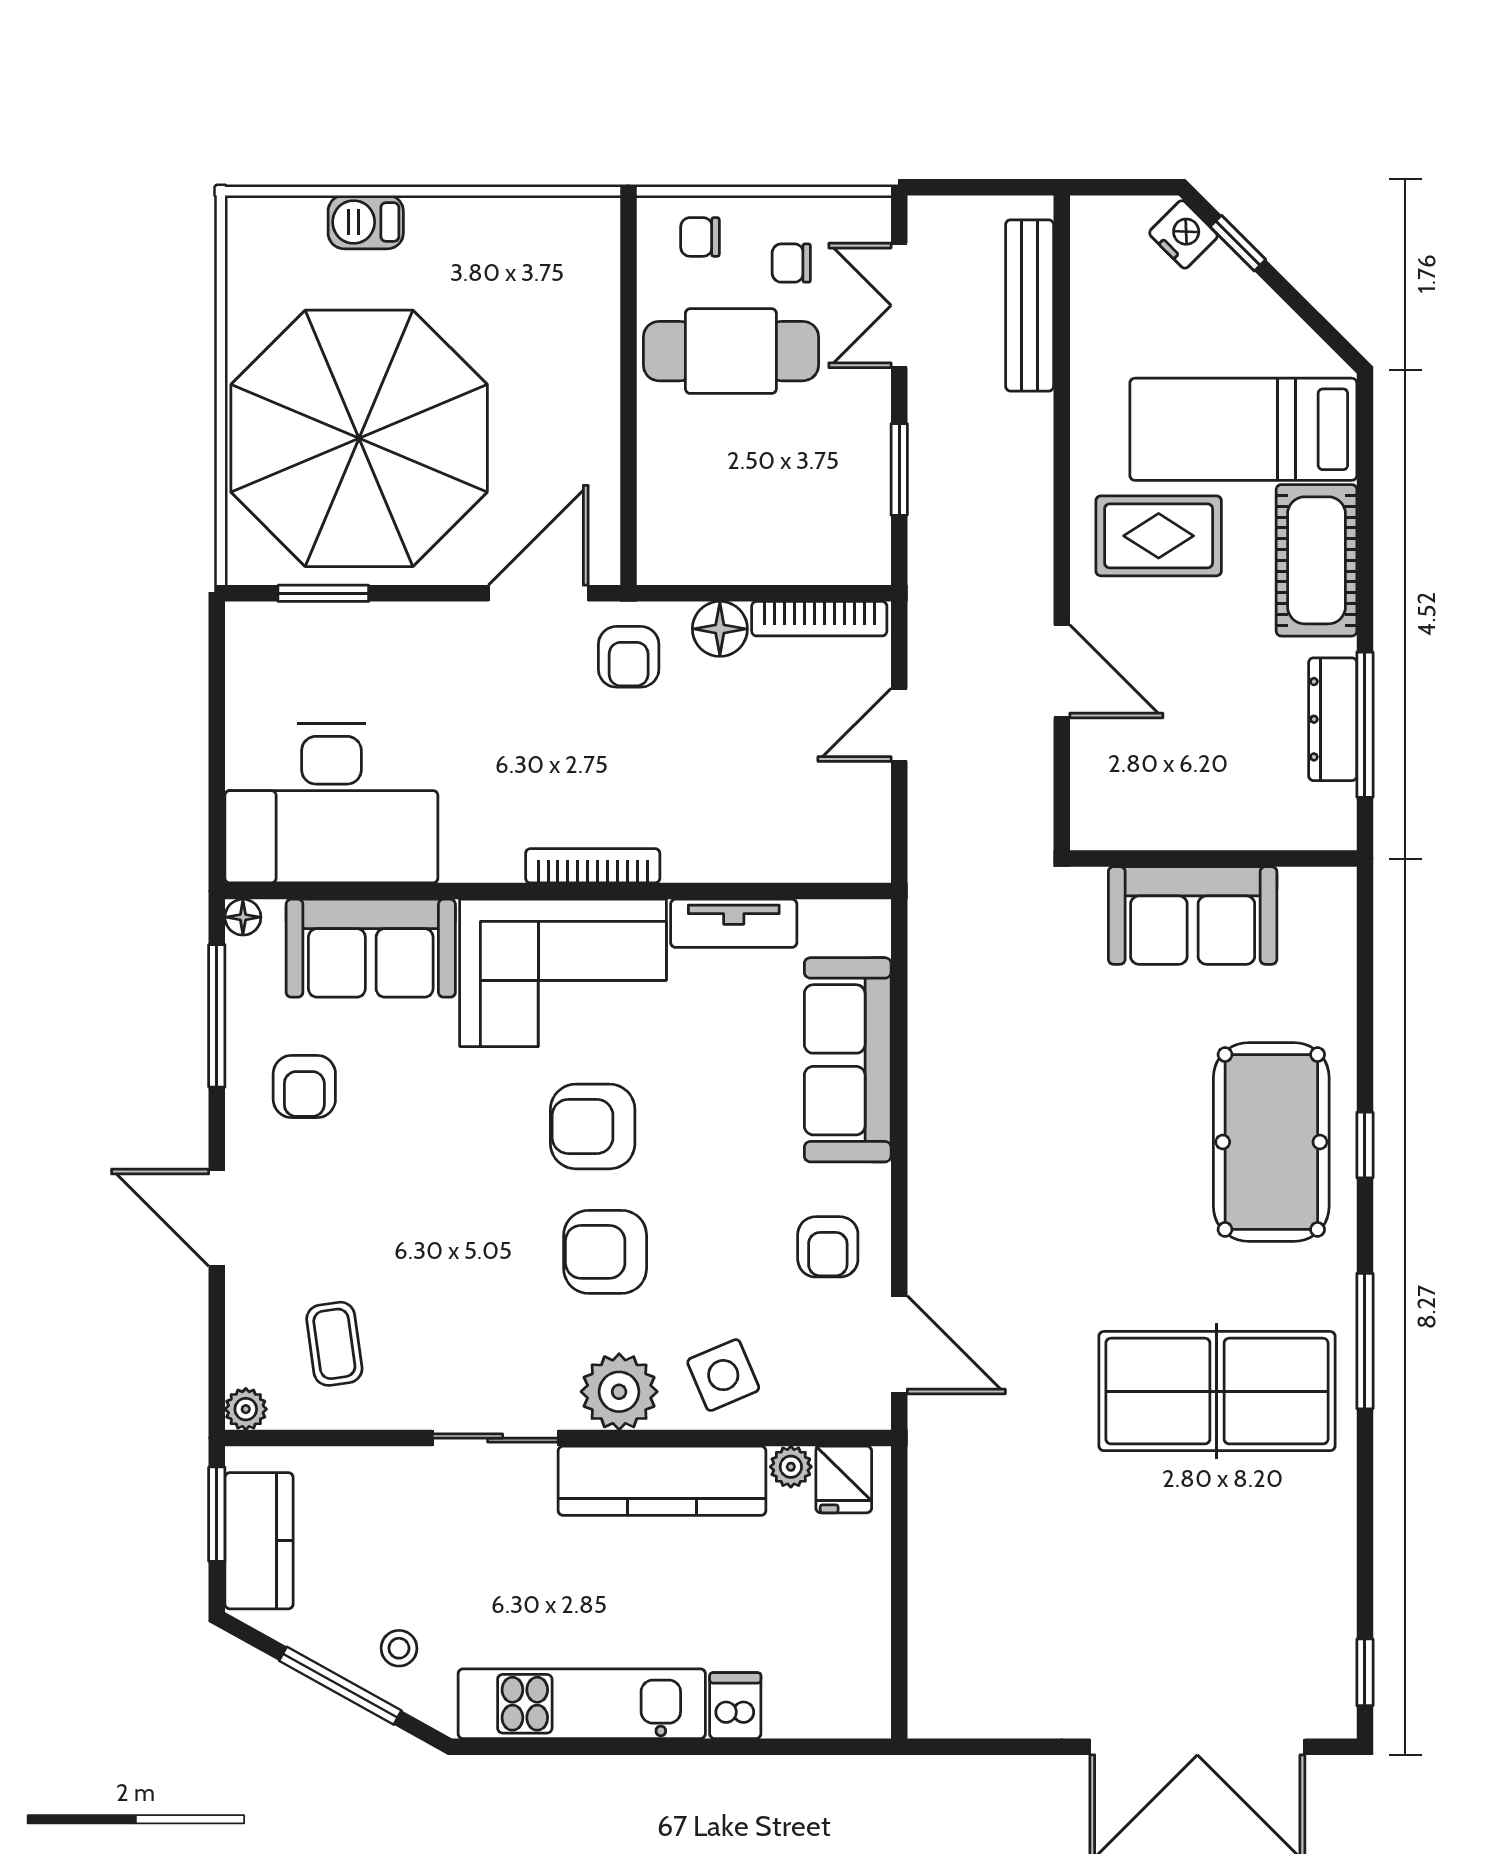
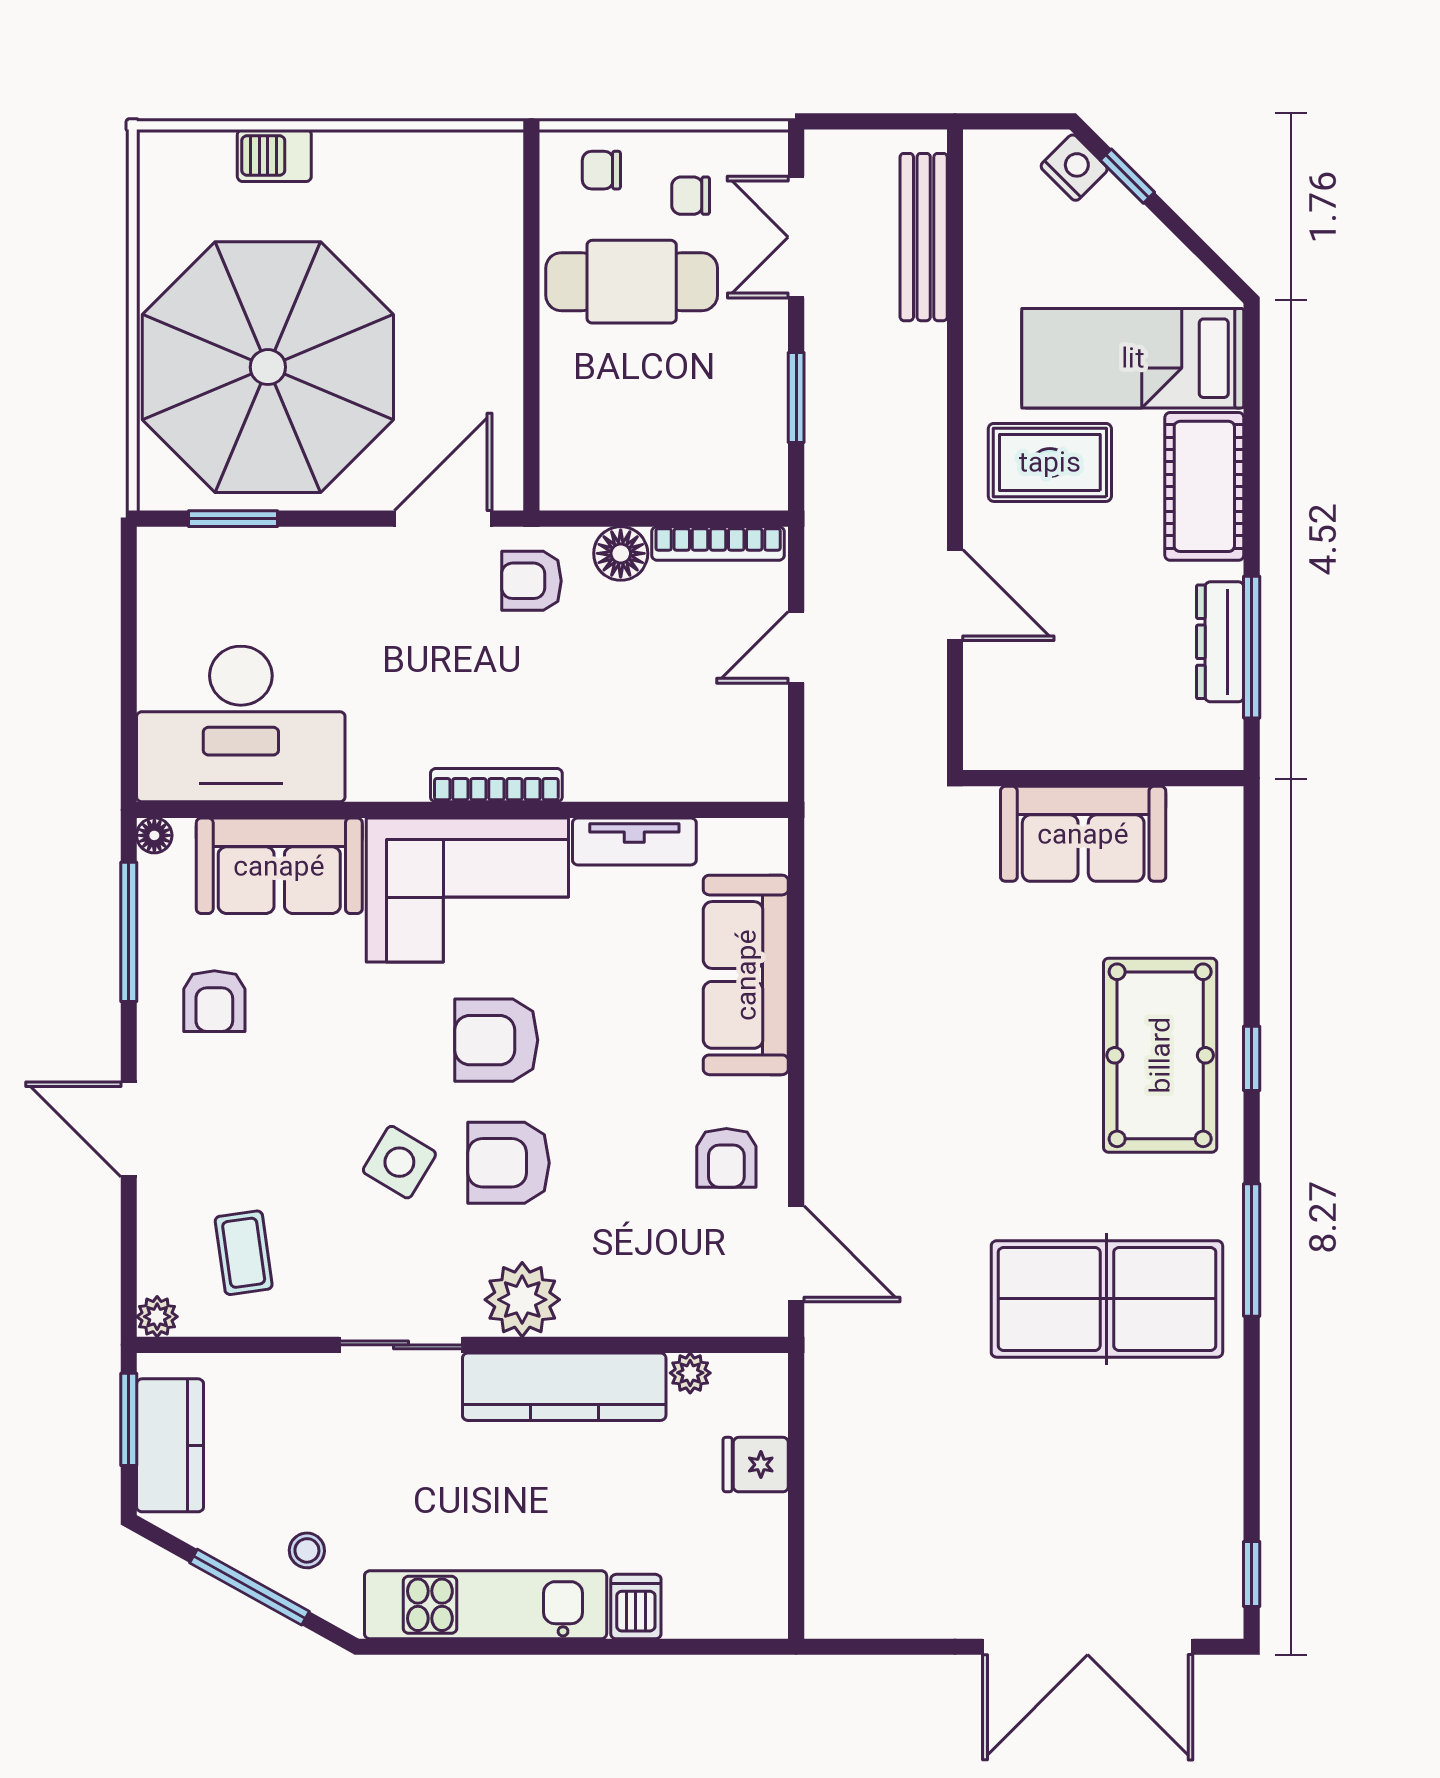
armchair: (629, 657) -> (532, 581), turned 90
side table: (723, 1375) -> (399, 1162), moved, turned -36
fridge: (844, 1479) -> (756, 1465), moved, turned 90

